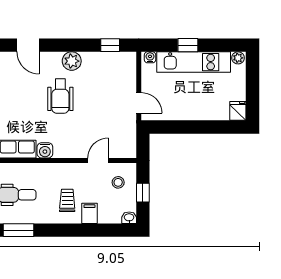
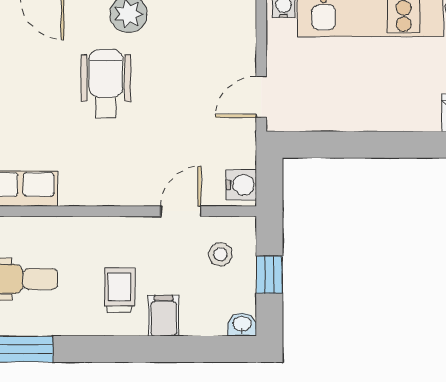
wheelchair: (60, 96) -> (106, 83), turned 180
door: (139, 103) -> (261, 97), swing flipped
water cooler: (45, 150) -> (241, 185), moved, turned -90

